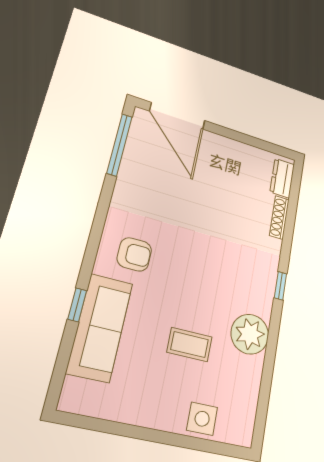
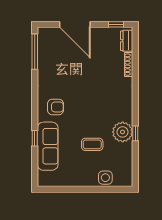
door: (177, 116) -> (75, 24), moved
window: (269, 147) -> (116, 24), added
window: (281, 286) -> (135, 133), moved

